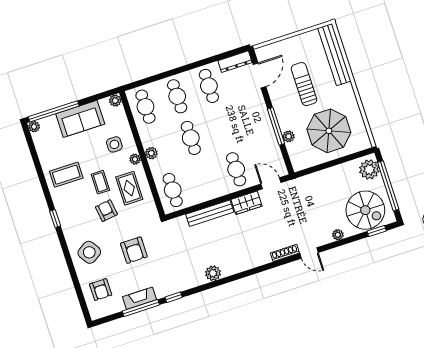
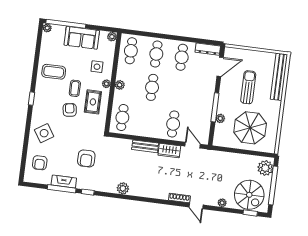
bench: (210, 213) -> (145, 146), width x0.73
armchair: (134, 250) -> (86, 158), moved

